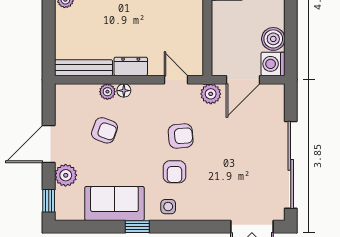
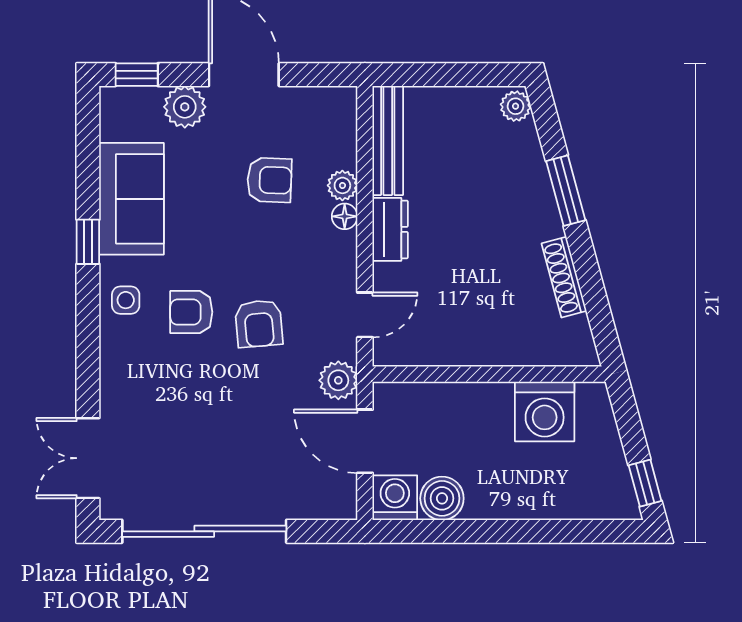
armchair: (105, 130) -> (269, 180), turned -108

